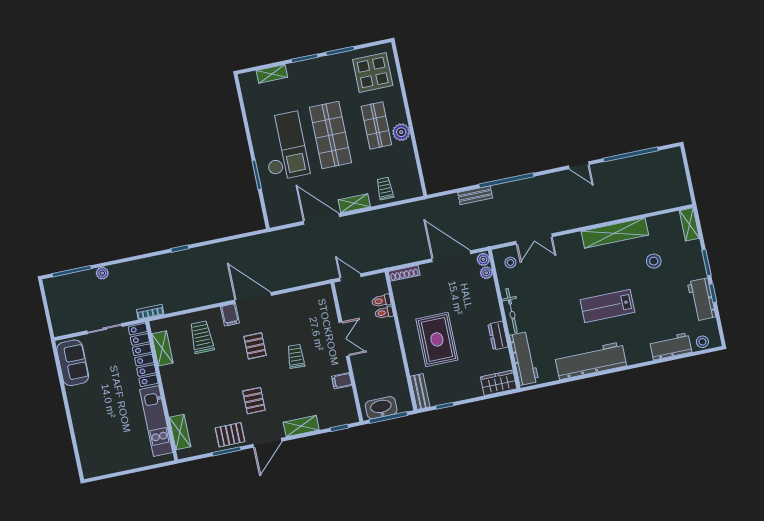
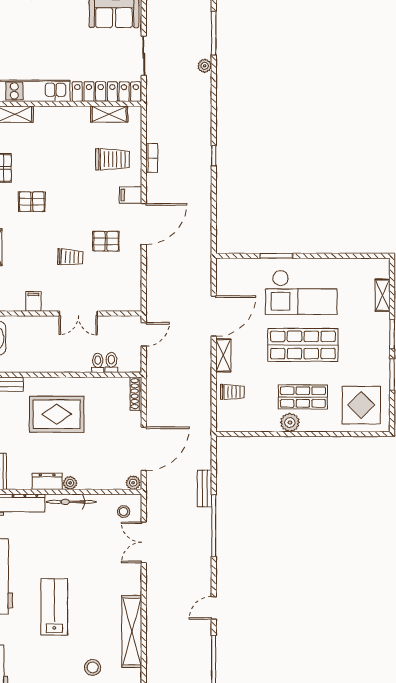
plant: (486, 273) -> (70, 483), moved
bookcase: (150, 312) -> (152, 158), moved
pallet: (255, 346) -> (106, 241), moved

